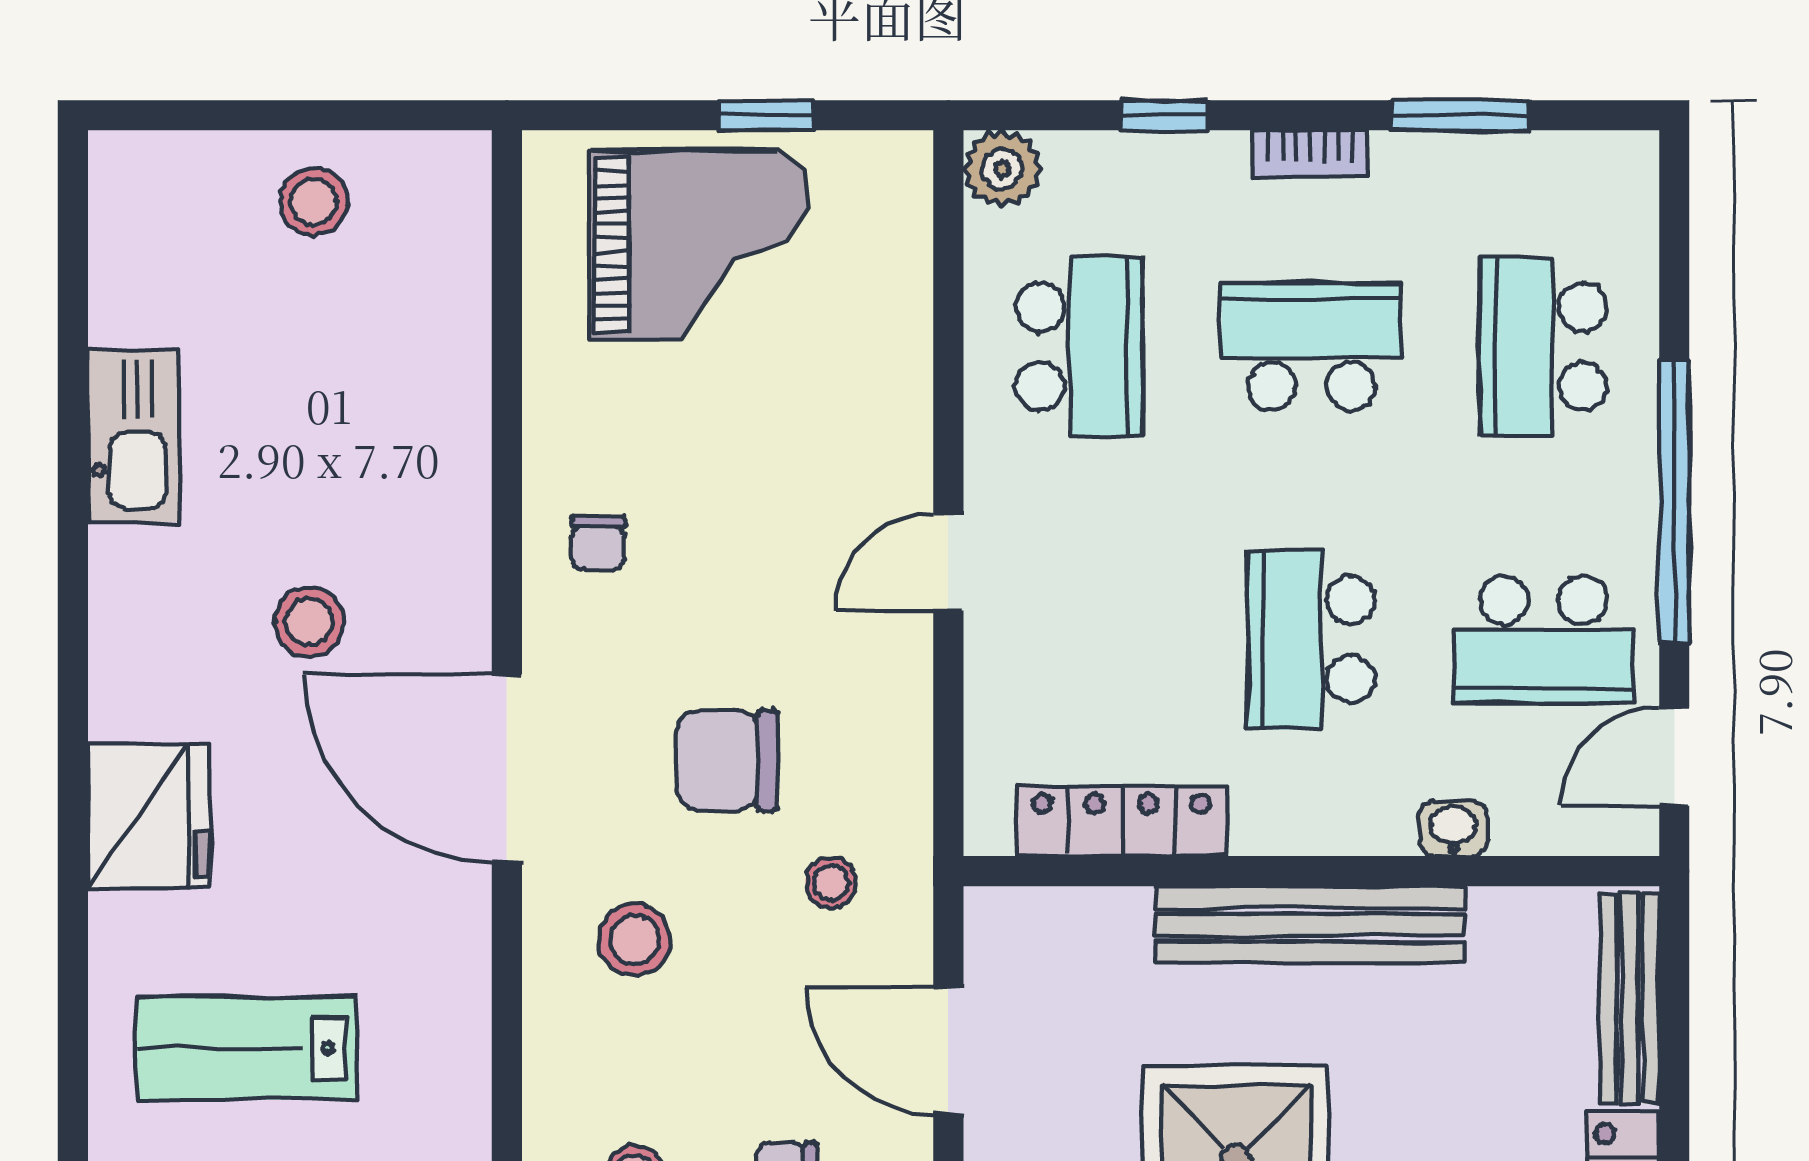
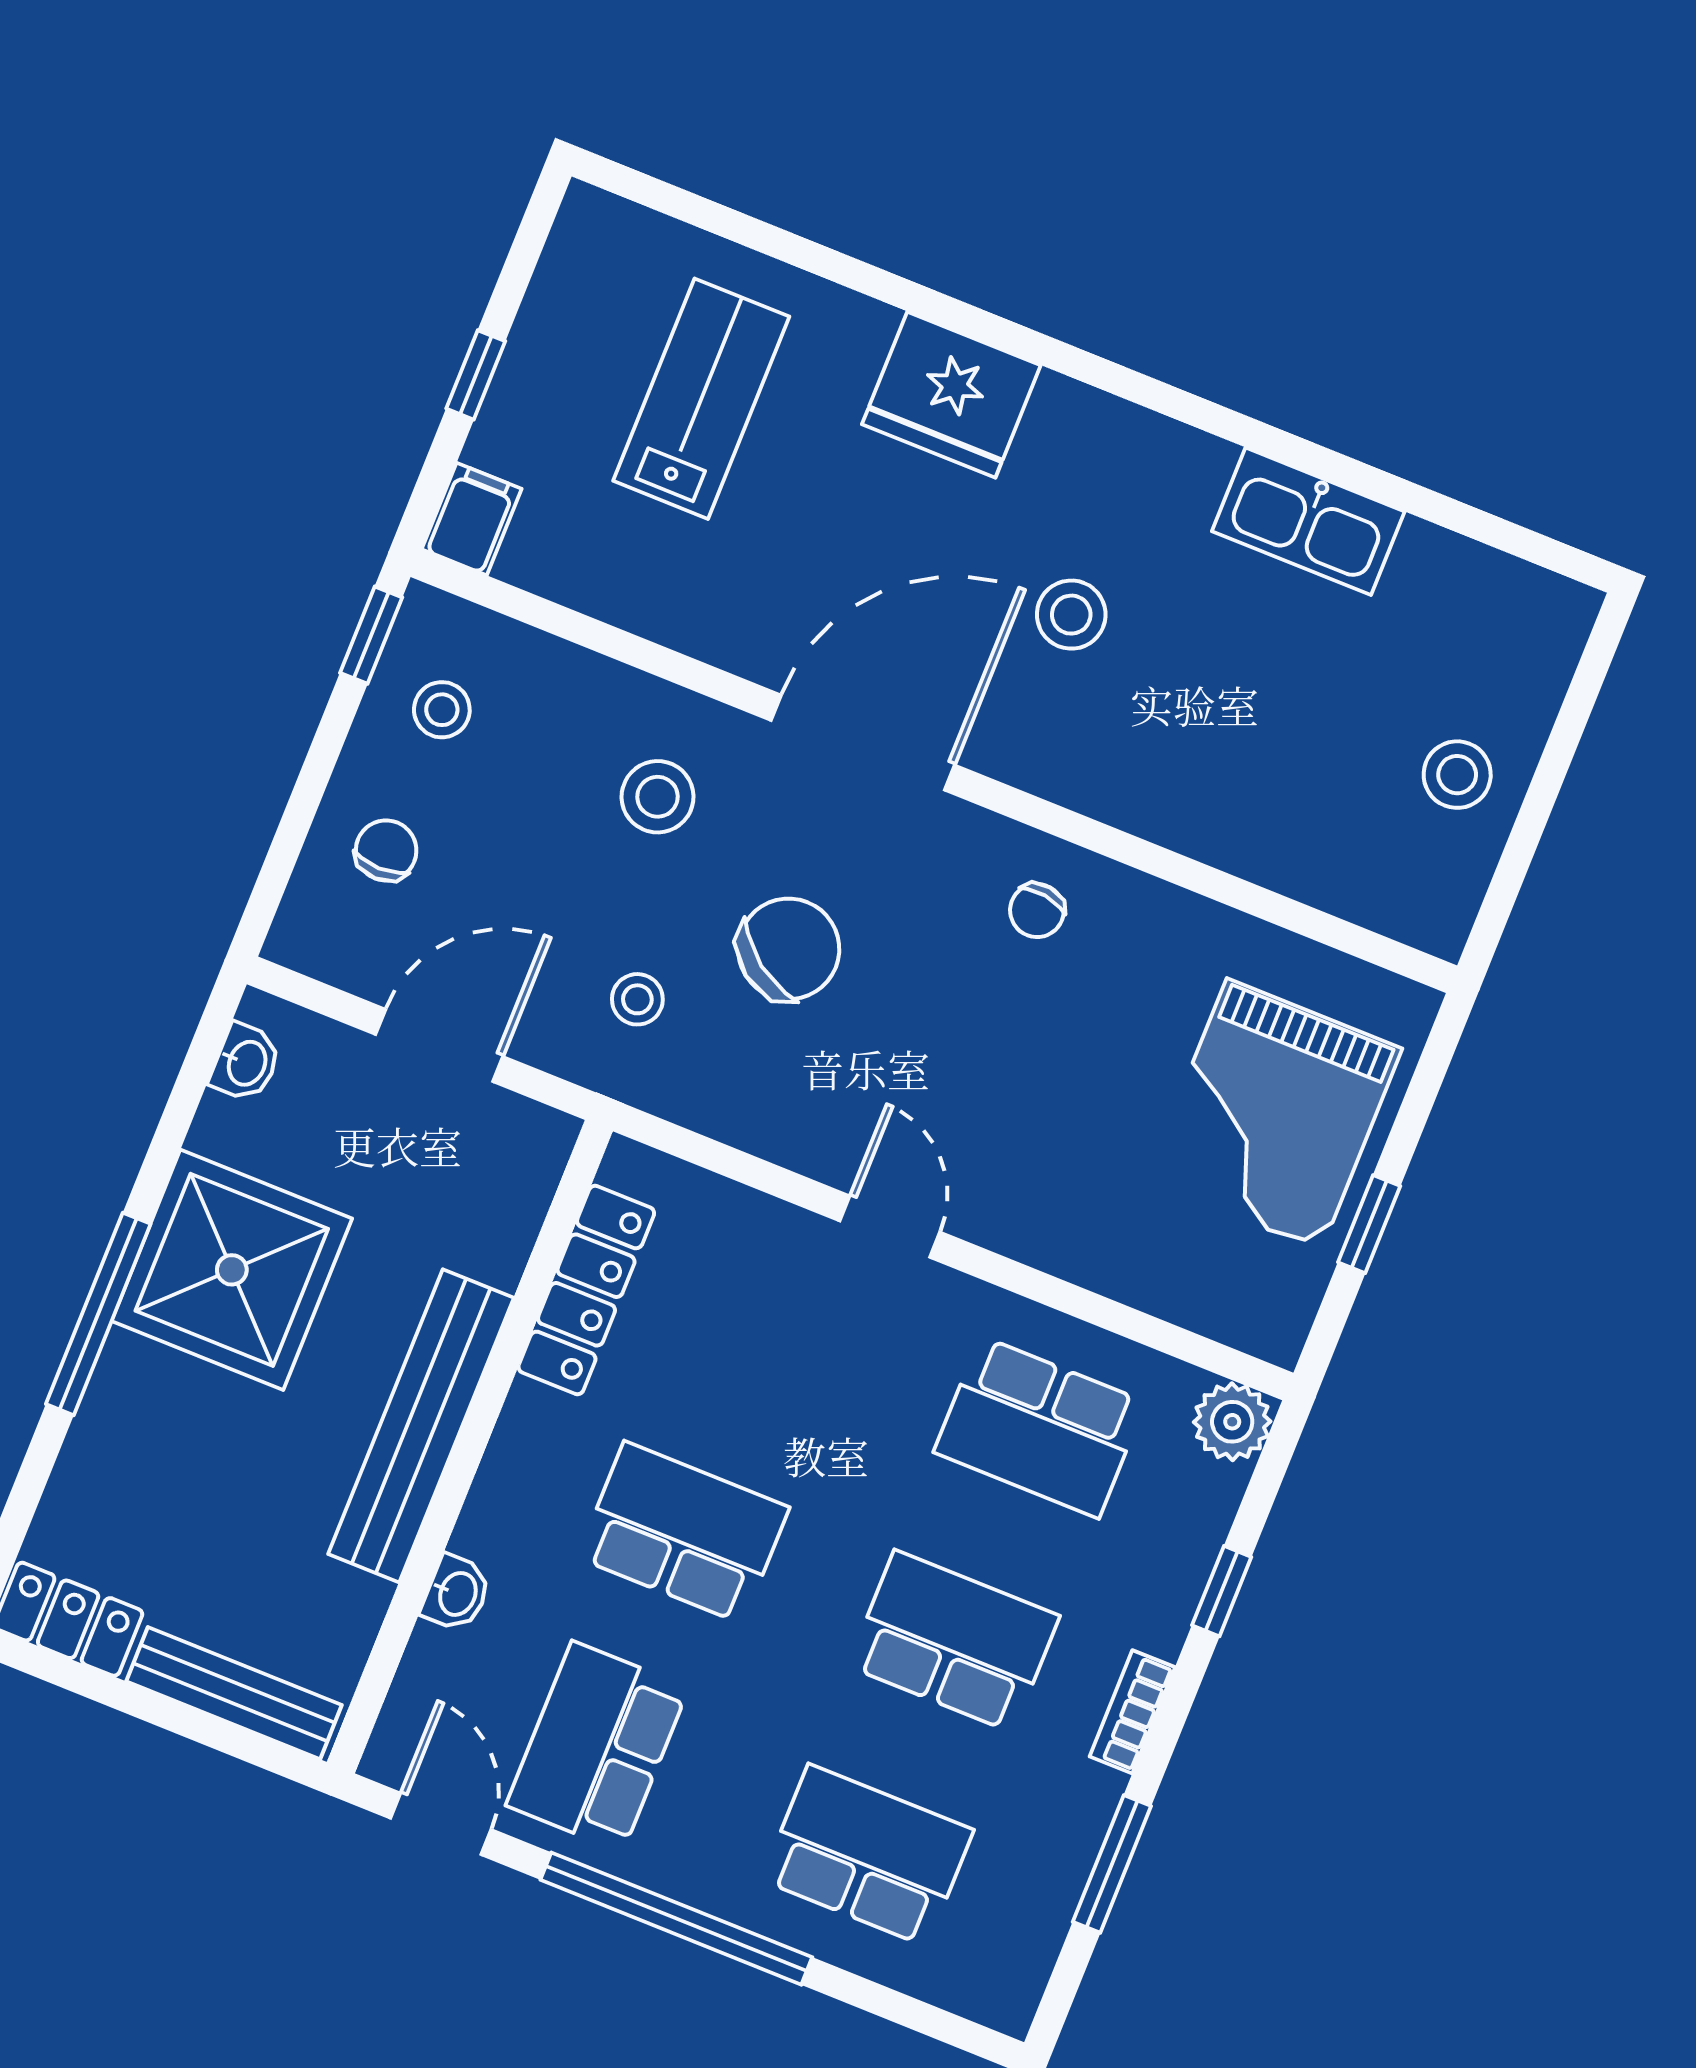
school desk: (1311, 347) -> (954, 1641), turned -90
chair: (598, 543) -> (1037, 910), turned -82
chair: (727, 760) -> (789, 949), turned 36

